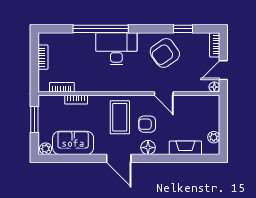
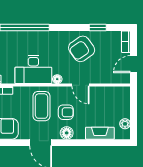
desk: (116, 49) -> (33, 69), moved, turned 180
floor lamp: (214, 87) -> (57, 79), moved
armchair: (147, 124) -> (66, 112), turned 180

